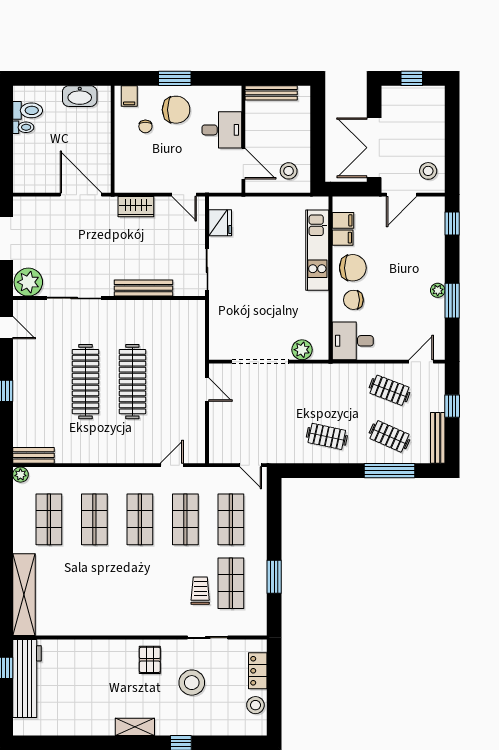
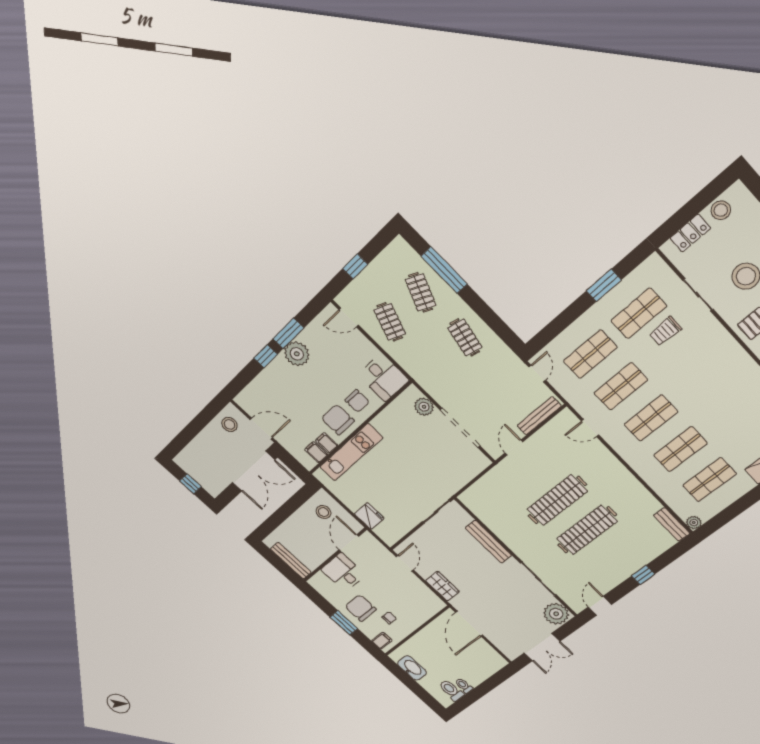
fridge: (220, 223) -> (369, 516), moved, turned 90
window: (452, 223) -> (266, 356), moved
plant: (438, 290) -> (297, 354), width x1.88, depth x1.88
bench: (438, 438) -> (539, 416), moved

